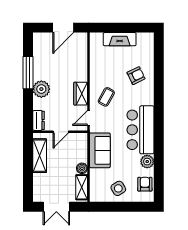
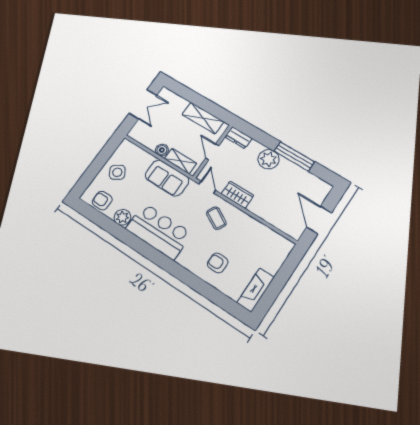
fireplace: (120, 39) -> (256, 290), moved
armchair: (136, 76) -> (218, 263), turned 116
armchair: (145, 184) -> (102, 201), turned 180
shelving: (82, 187) -> (181, 161), moved
double door: (56, 207) -> (143, 104), swing flipped

